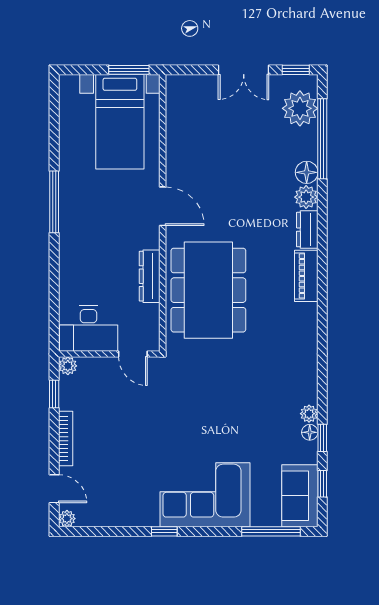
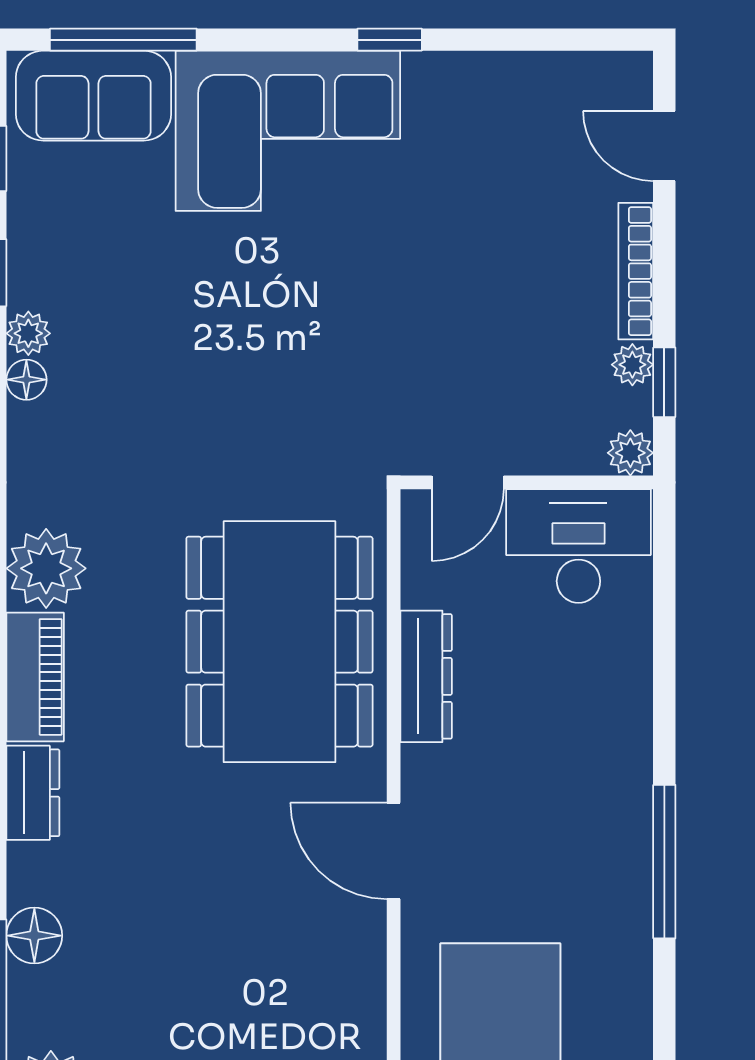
plant: (306, 197) -> (46, 568), moved, width x1.36, depth x1.36
door: (133, 354) -> (468, 482), swing flipped
floor lamp: (310, 432) -> (26, 380), moved
sofa: (300, 496) -> (93, 96), moved, turned 90
plant: (67, 519) -> (632, 365), moved

